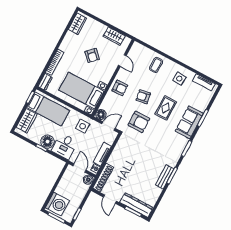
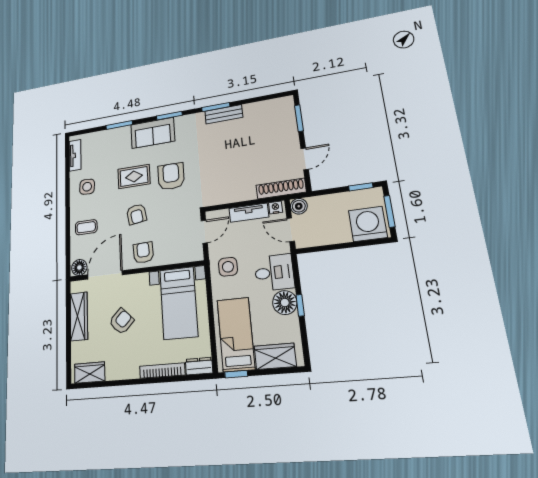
wardrobe: (114, 36) -> (79, 316), width x1.50
door: (122, 60) -> (105, 275), width x1.88
floor lamp: (101, 115) -> (79, 267), moved
armchair: (139, 122) -> (171, 176), moved
sofa: (189, 122) -> (153, 133), moved
door: (108, 126) -> (204, 232), swing flipped
door: (80, 168) -> (291, 230), hinge flipped
dresser: (136, 205) -> (287, 121), removed

